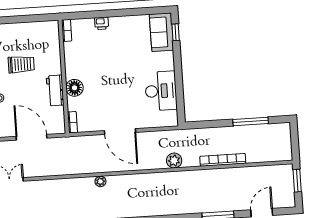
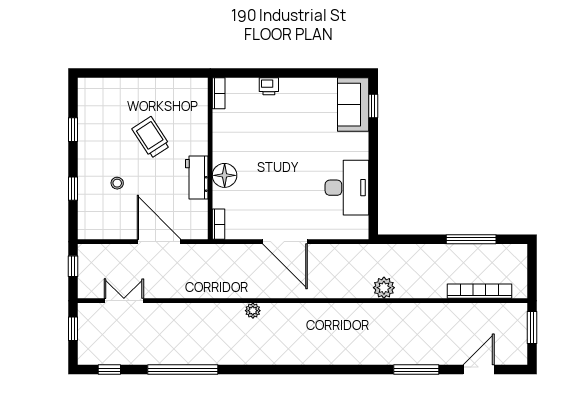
trolley: (21, 64) -> (151, 137), turned -123
bookcase: (223, 160) -> (479, 291), moved
plant: (174, 161) -> (384, 288), moved

